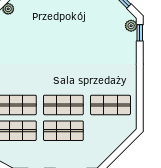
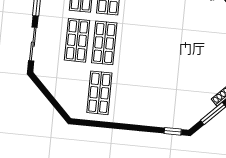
plant: (131, 26) -> (181, 123), removed

